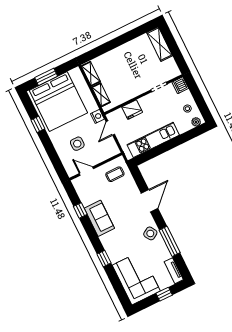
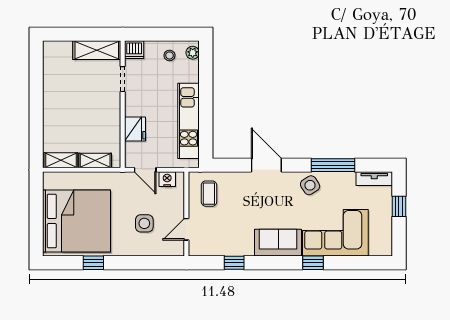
shelving: (160, 44) -> (97, 50), moved
window: (46, 77) -> (36, 221), removed
nightstand: (97, 116) -> (167, 179), moved
sofa: (99, 218) -> (278, 243), moved
corner sofa: (136, 278) -> (335, 233), moved

